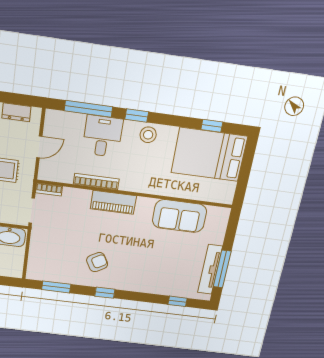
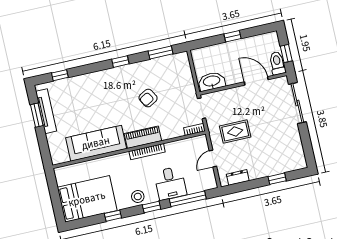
window: (212, 126) -> (113, 216), moved
bookcase: (96, 182) -> (147, 152), moved
sofa: (179, 216) -> (96, 143), width x1.36
armchair: (97, 262) -> (148, 98), moved
window: (222, 269) -> (37, 115), width x0.69

